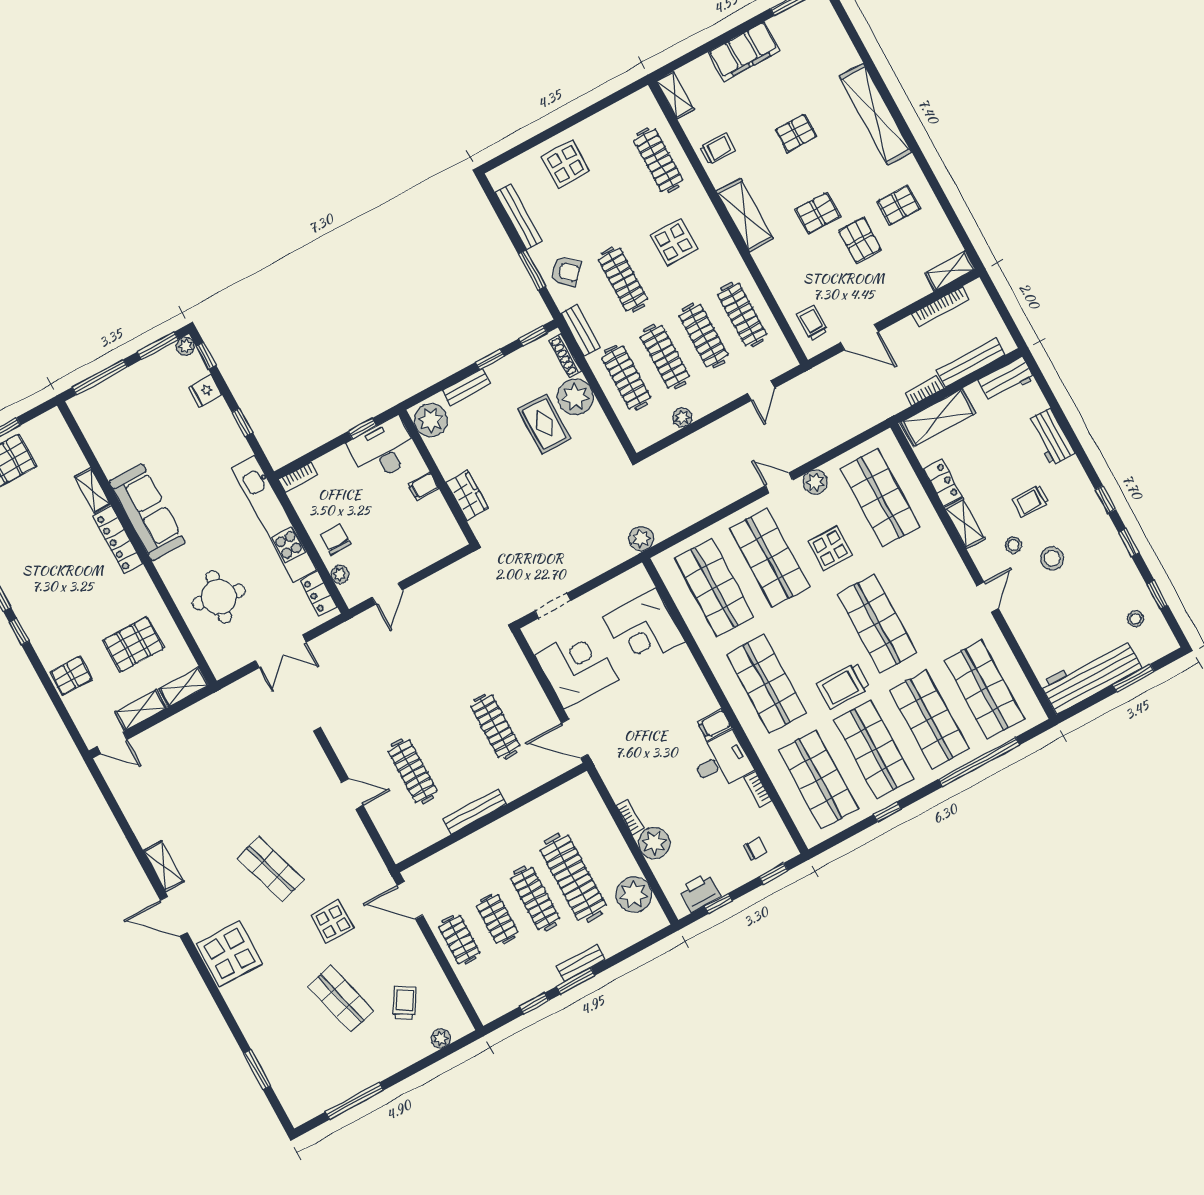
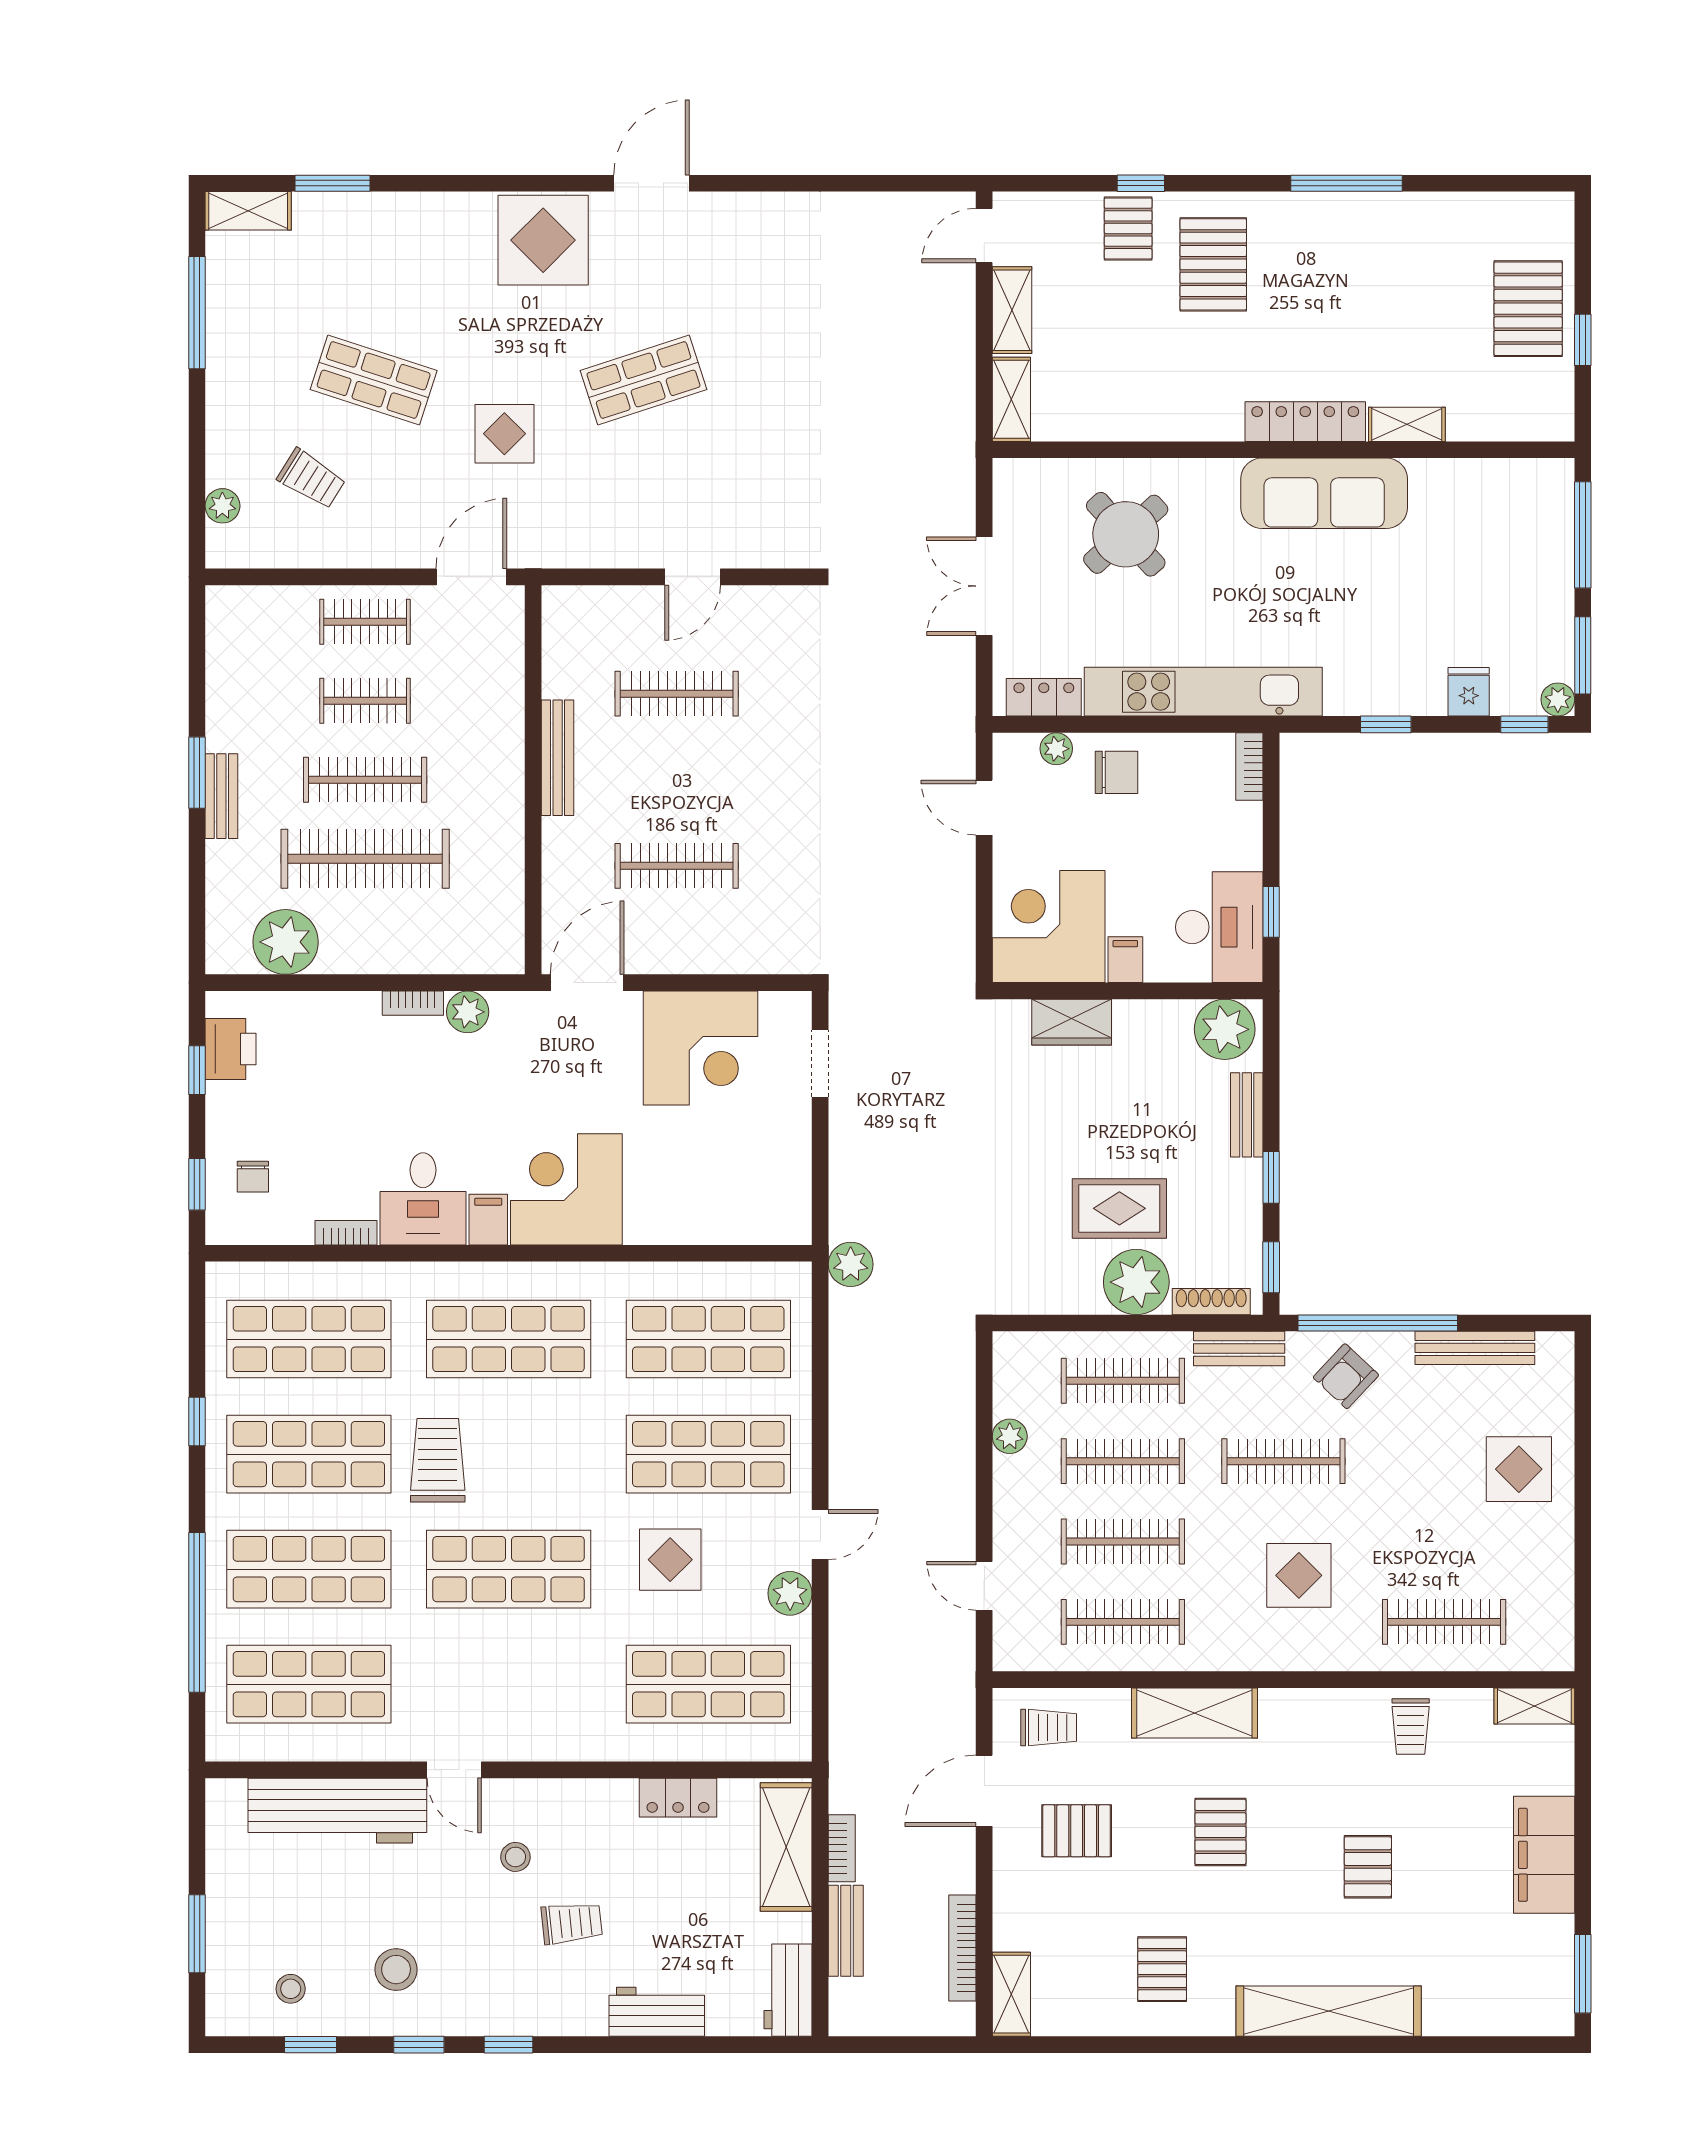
shelving: (745, 215) -> (1194, 1713), moved
pallet: (860, 240) -> (1077, 1831), moved
window: (532, 270) -> (1378, 1323), width x2.11
bench: (971, 363) -> (846, 1931), width x0.73
trolley: (1031, 501) -> (572, 1923), turned 84
shelving: (965, 523) -> (593, 1797), removed
corner desk: (427, 532) -> (1049, 926), added
stool: (1052, 558) -> (396, 1970), moved
round table: (219, 597) -> (1126, 534), turned 37
corner desk: (644, 629) -> (566, 1189), moved
window: (19, 632) -> (1141, 183), moved
pallet: (134, 644) -> (1213, 264), moved
workbench: (1091, 676) -> (337, 1811), moved, turned 90
plant: (654, 843) -> (468, 1012), moved, width x0.73, depth x0.73
shelving: (164, 866) -> (248, 211), moved
shop shelf: (341, 999) -> (374, 380), turned 33
window: (534, 1003) -> (197, 687), removed

